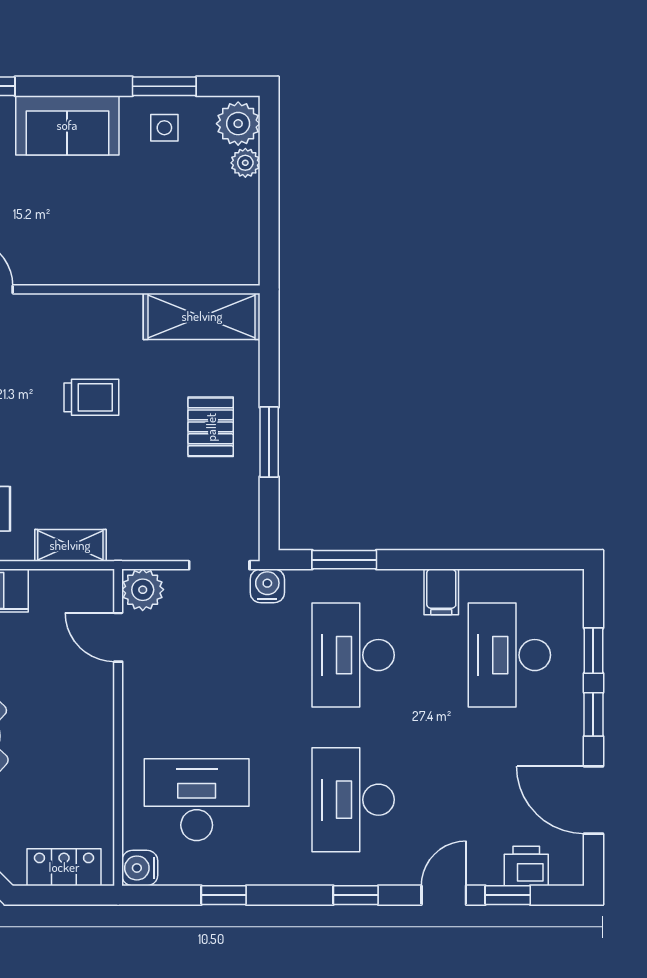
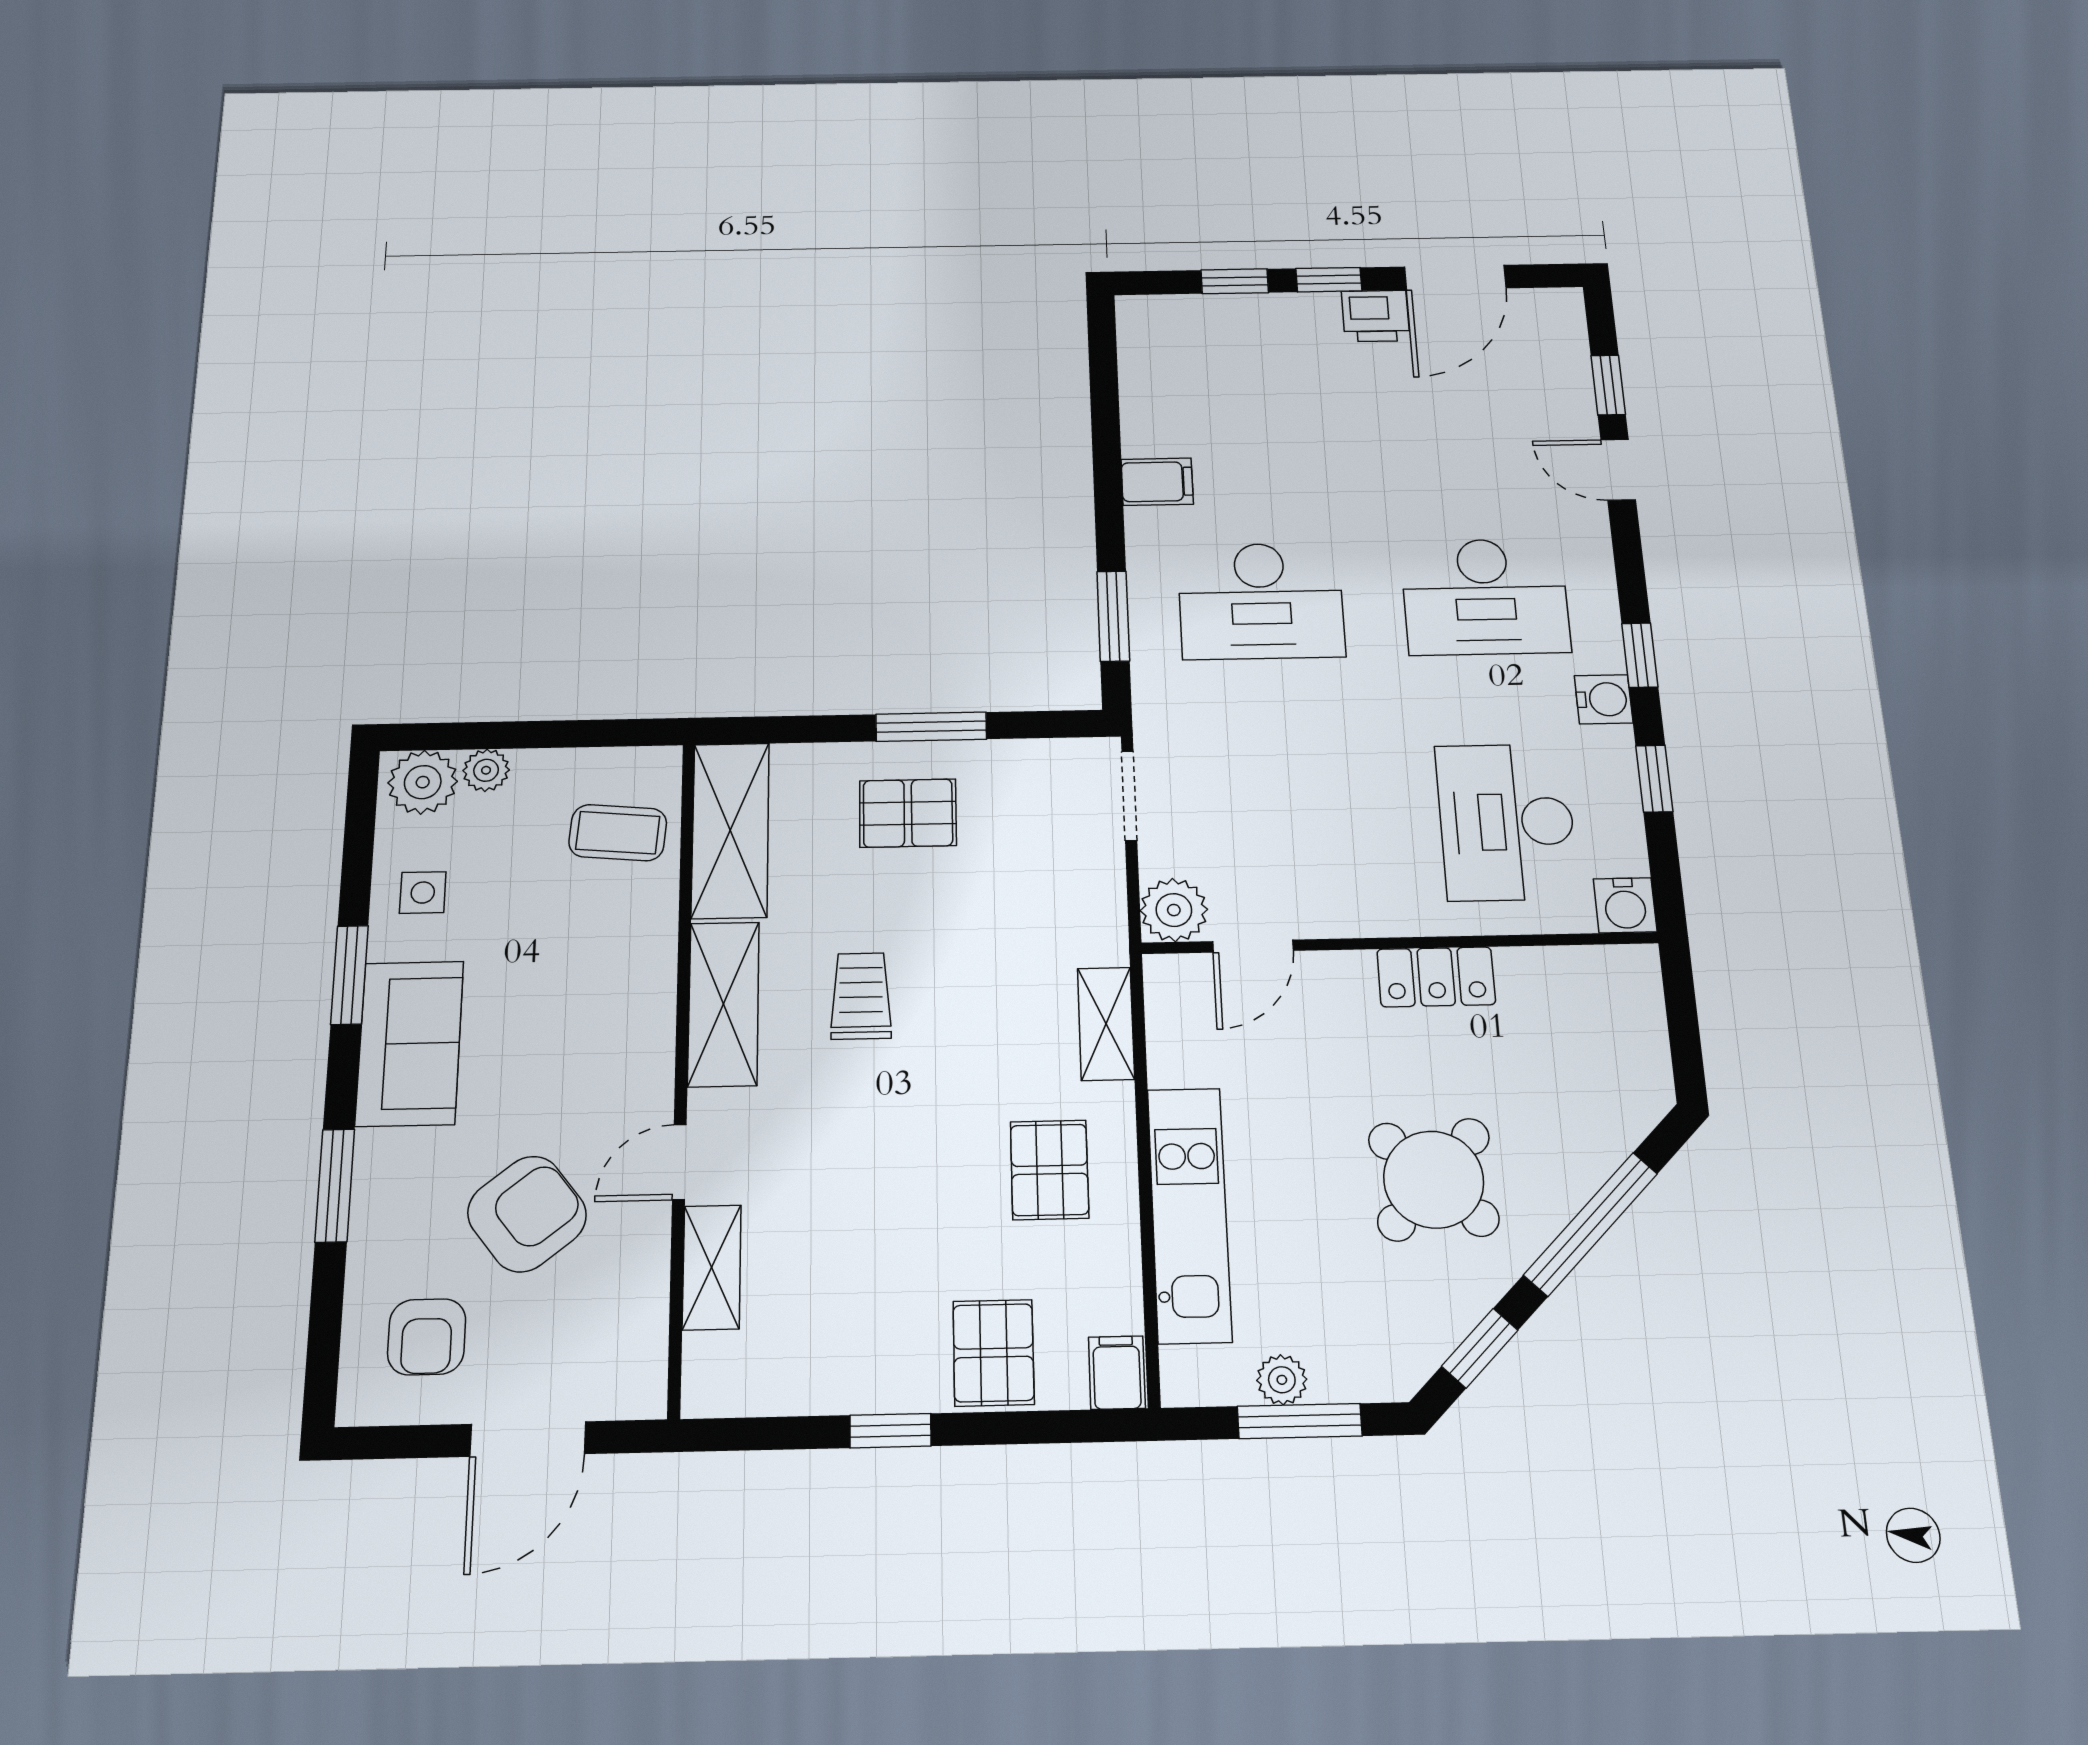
window: (164, 86) -> (349, 975), moved
coffee table: (201, 247) -> (618, 833), added
shelving: (88, 314) -> (724, 1004), added
water cooler: (267, 586) -> (1604, 699), moved, turned 180
desk: (509, 655) -> (1248, 389), removed
printer: (526, 866) -> (1376, 316), moved, turned -90
locker: (64, 867) -> (1436, 977), moved, turned -90
window: (356, 895) -> (1640, 655), moved

